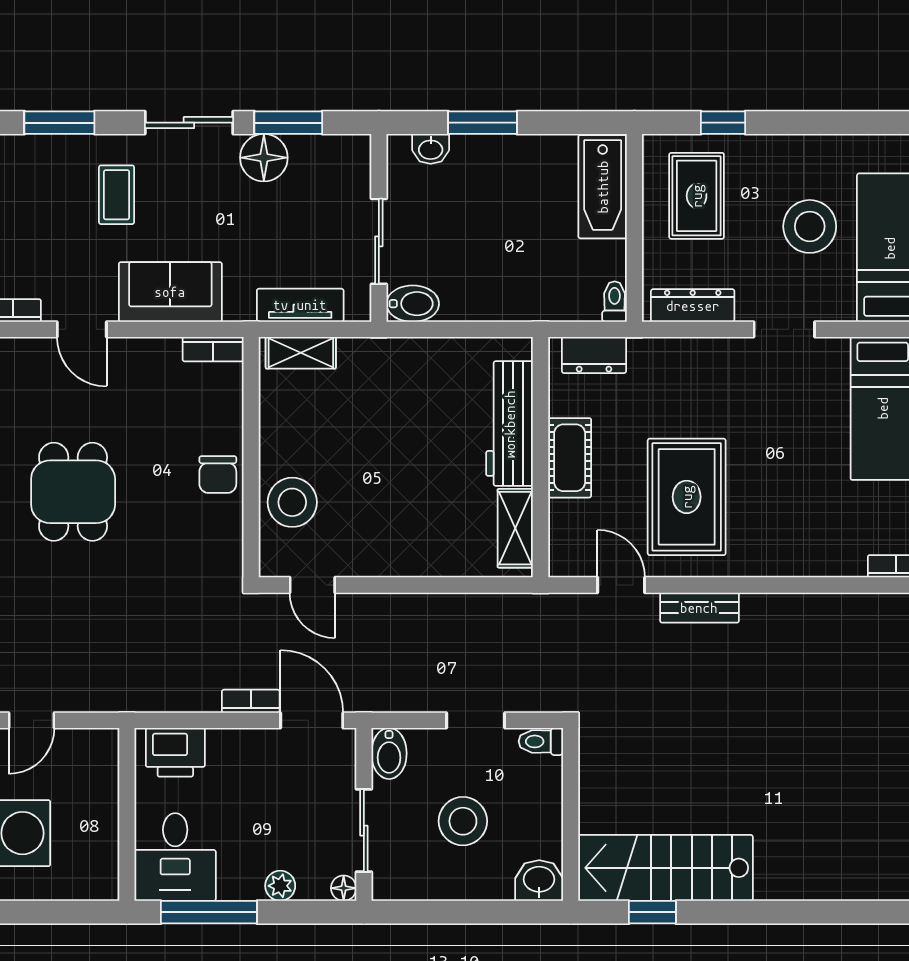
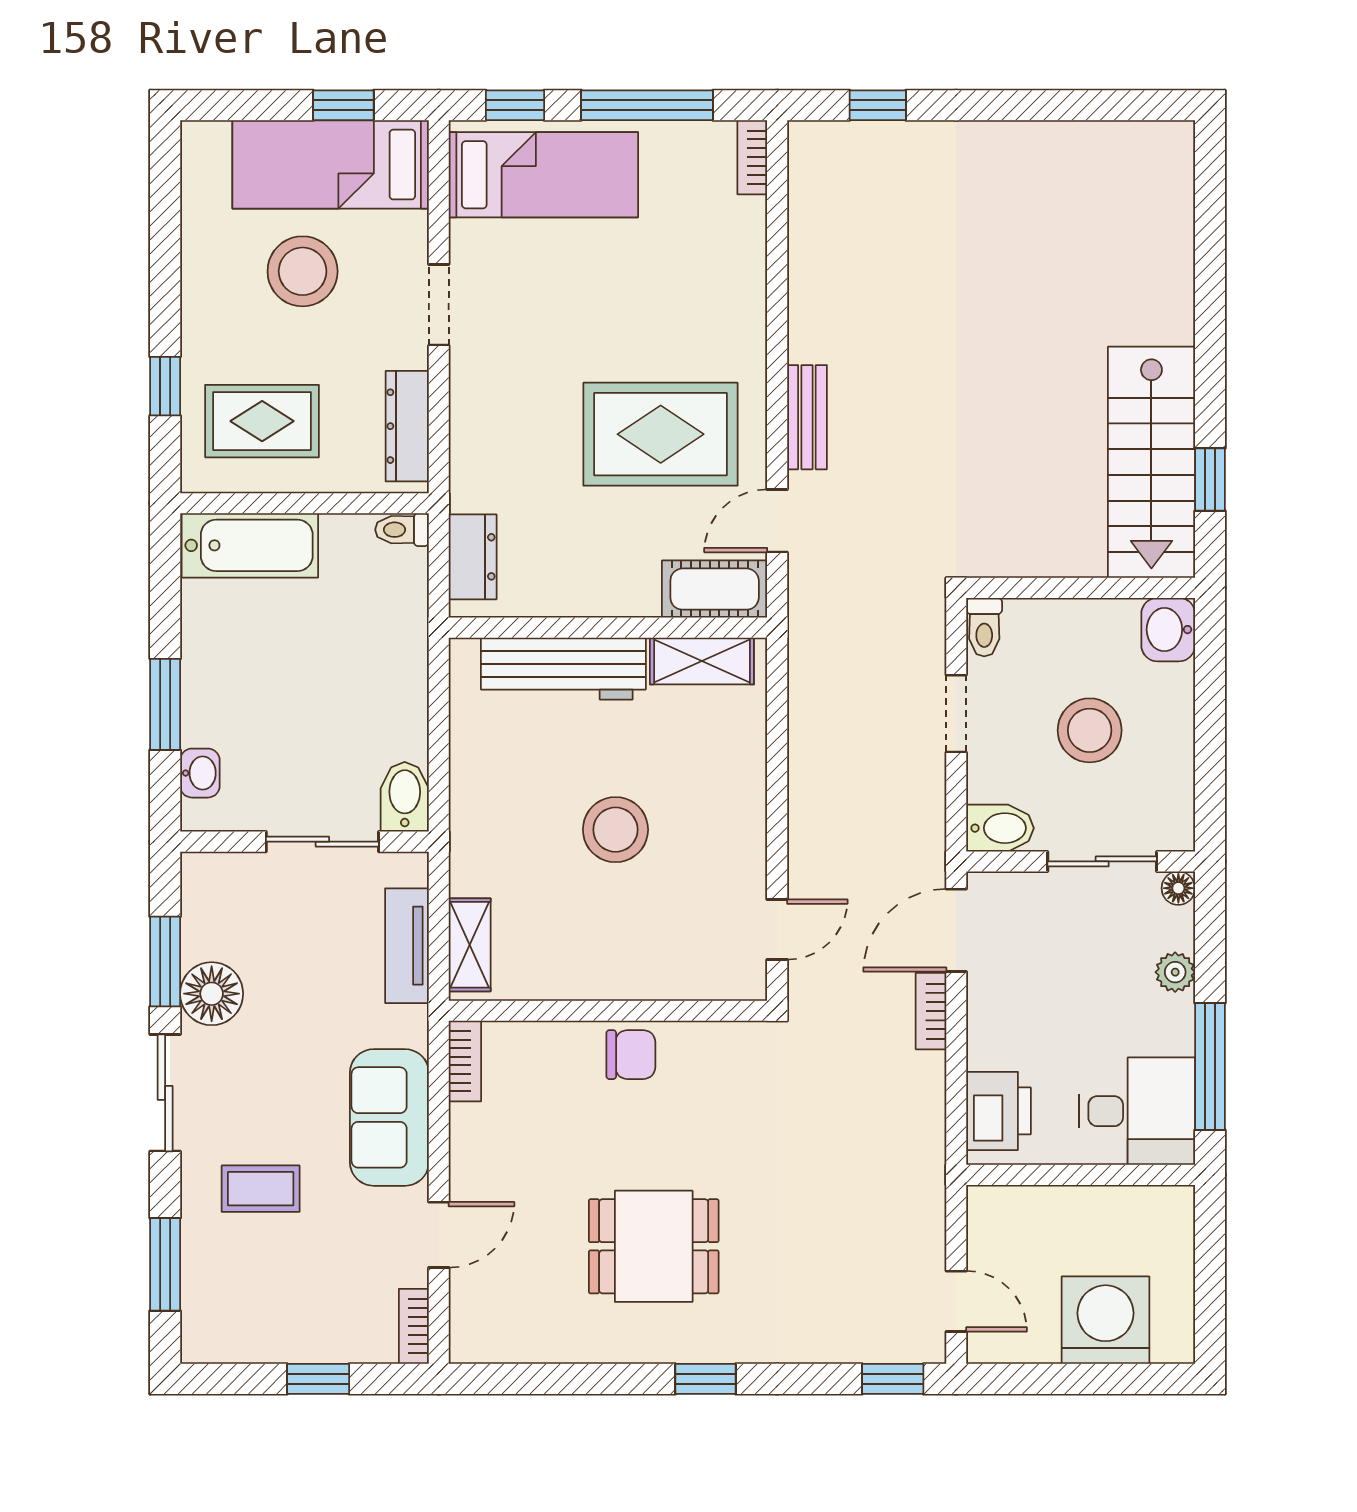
cot: (570, 458) -> (715, 589), moved
stool: (292, 502) -> (615, 830), moved

